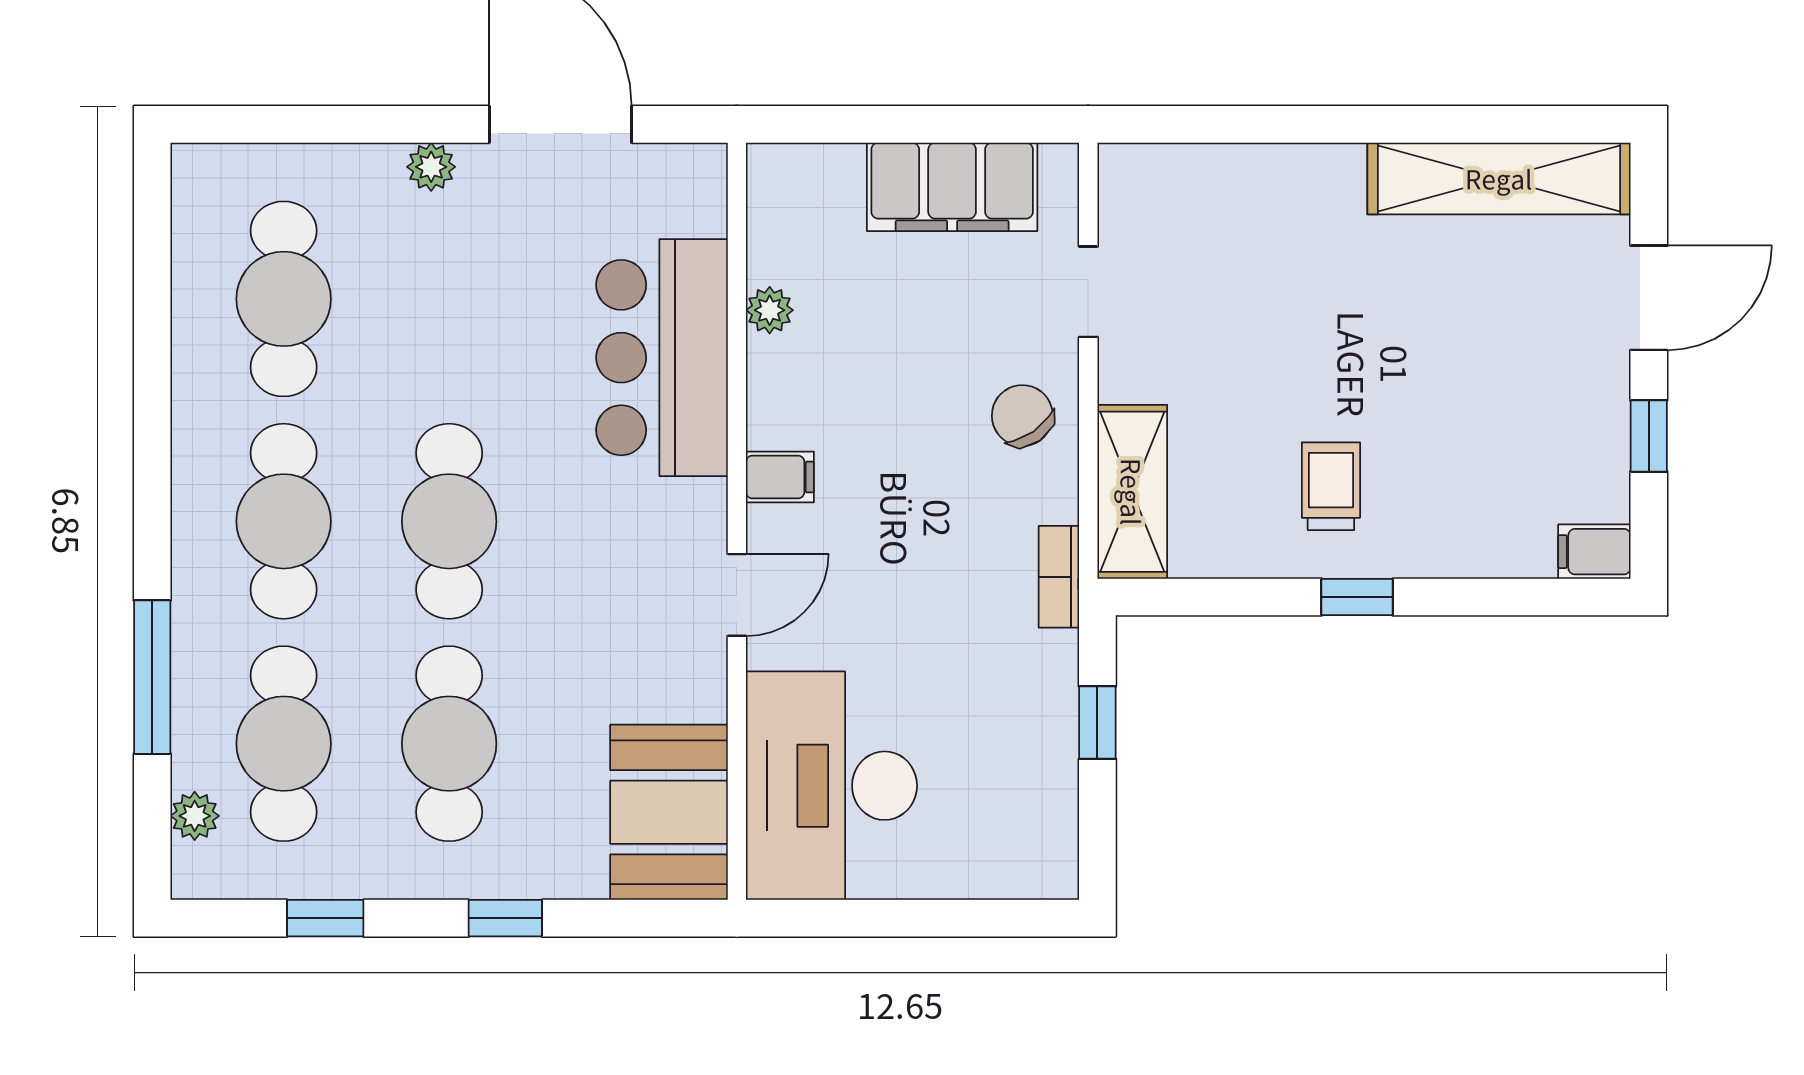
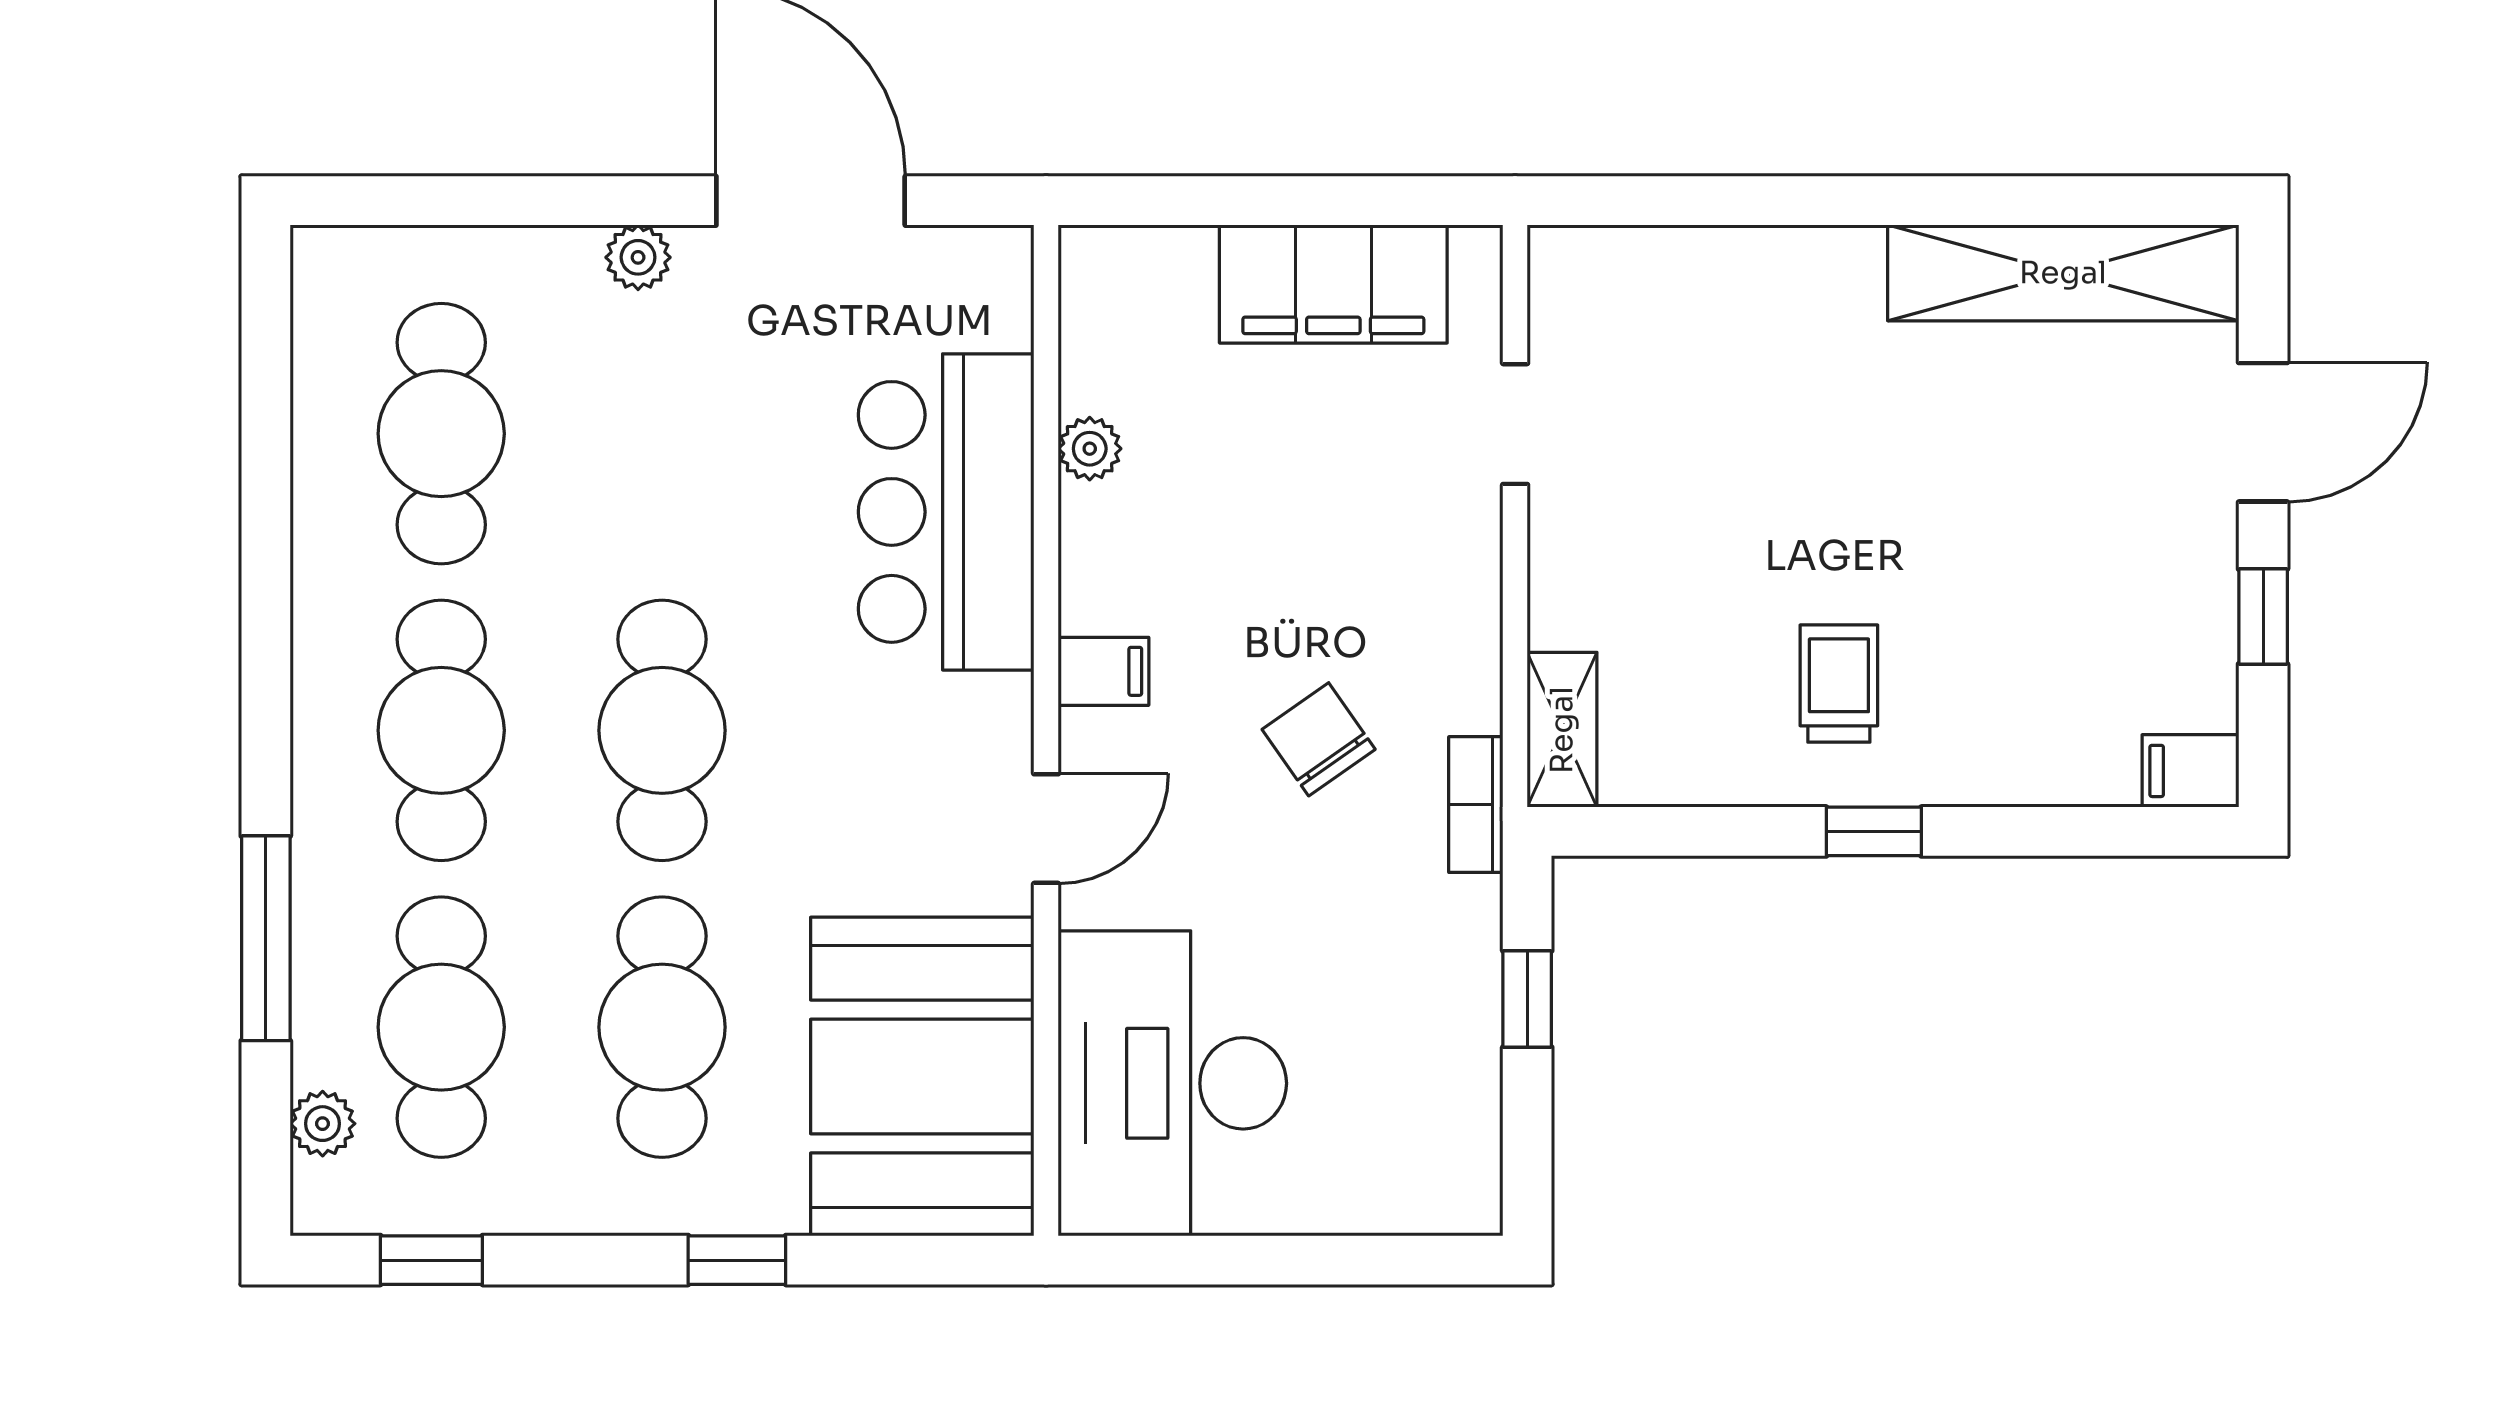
chair: (1022, 416) -> (1319, 739), moved
shelving: (1132, 492) -> (1562, 730), width x0.67, depth x0.75
booth: (669, 812) -> (922, 1076), width x1.36, depth x1.42
window: (325, 918) -> (431, 1260), moved

